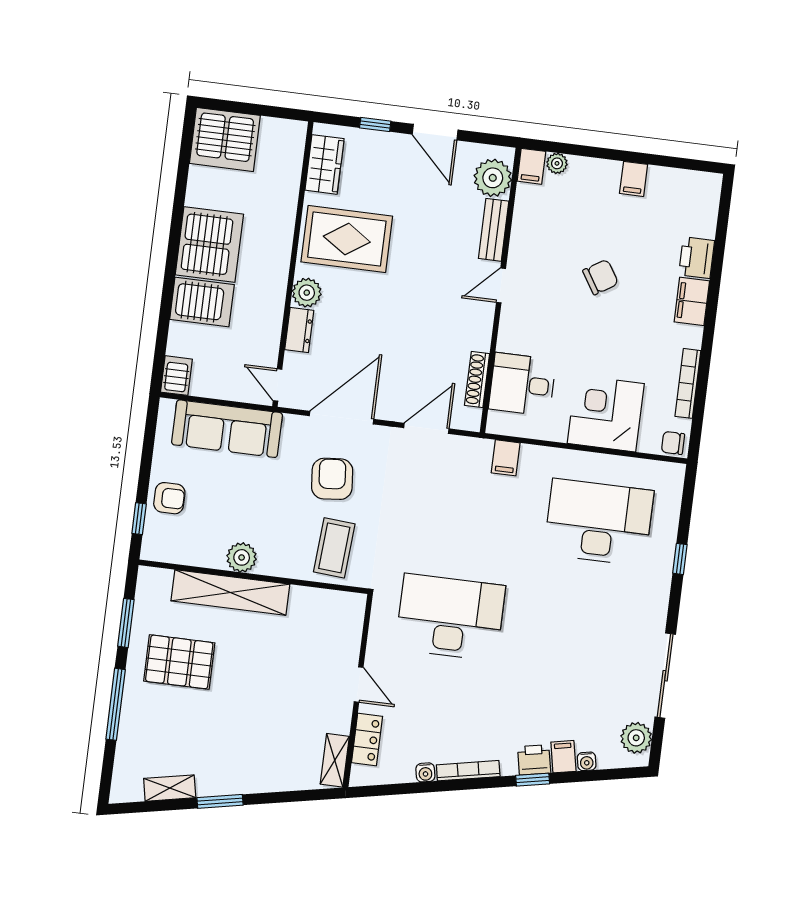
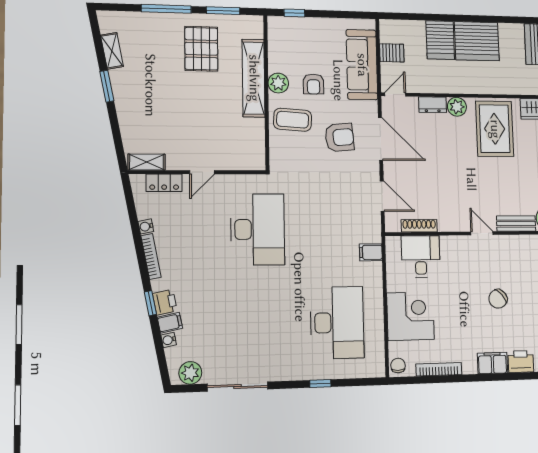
chair: (600, 277) -> (498, 299), turned 81
server rack: (176, 376) -> (392, 53), moved
armchair: (169, 498) -> (314, 84), moved
coffee table: (334, 548) -> (293, 120), moved

